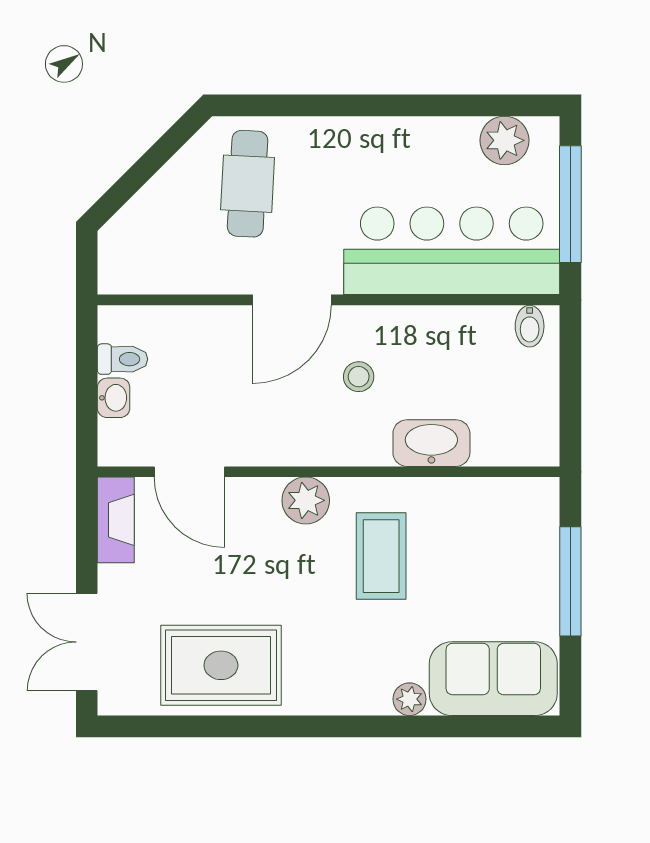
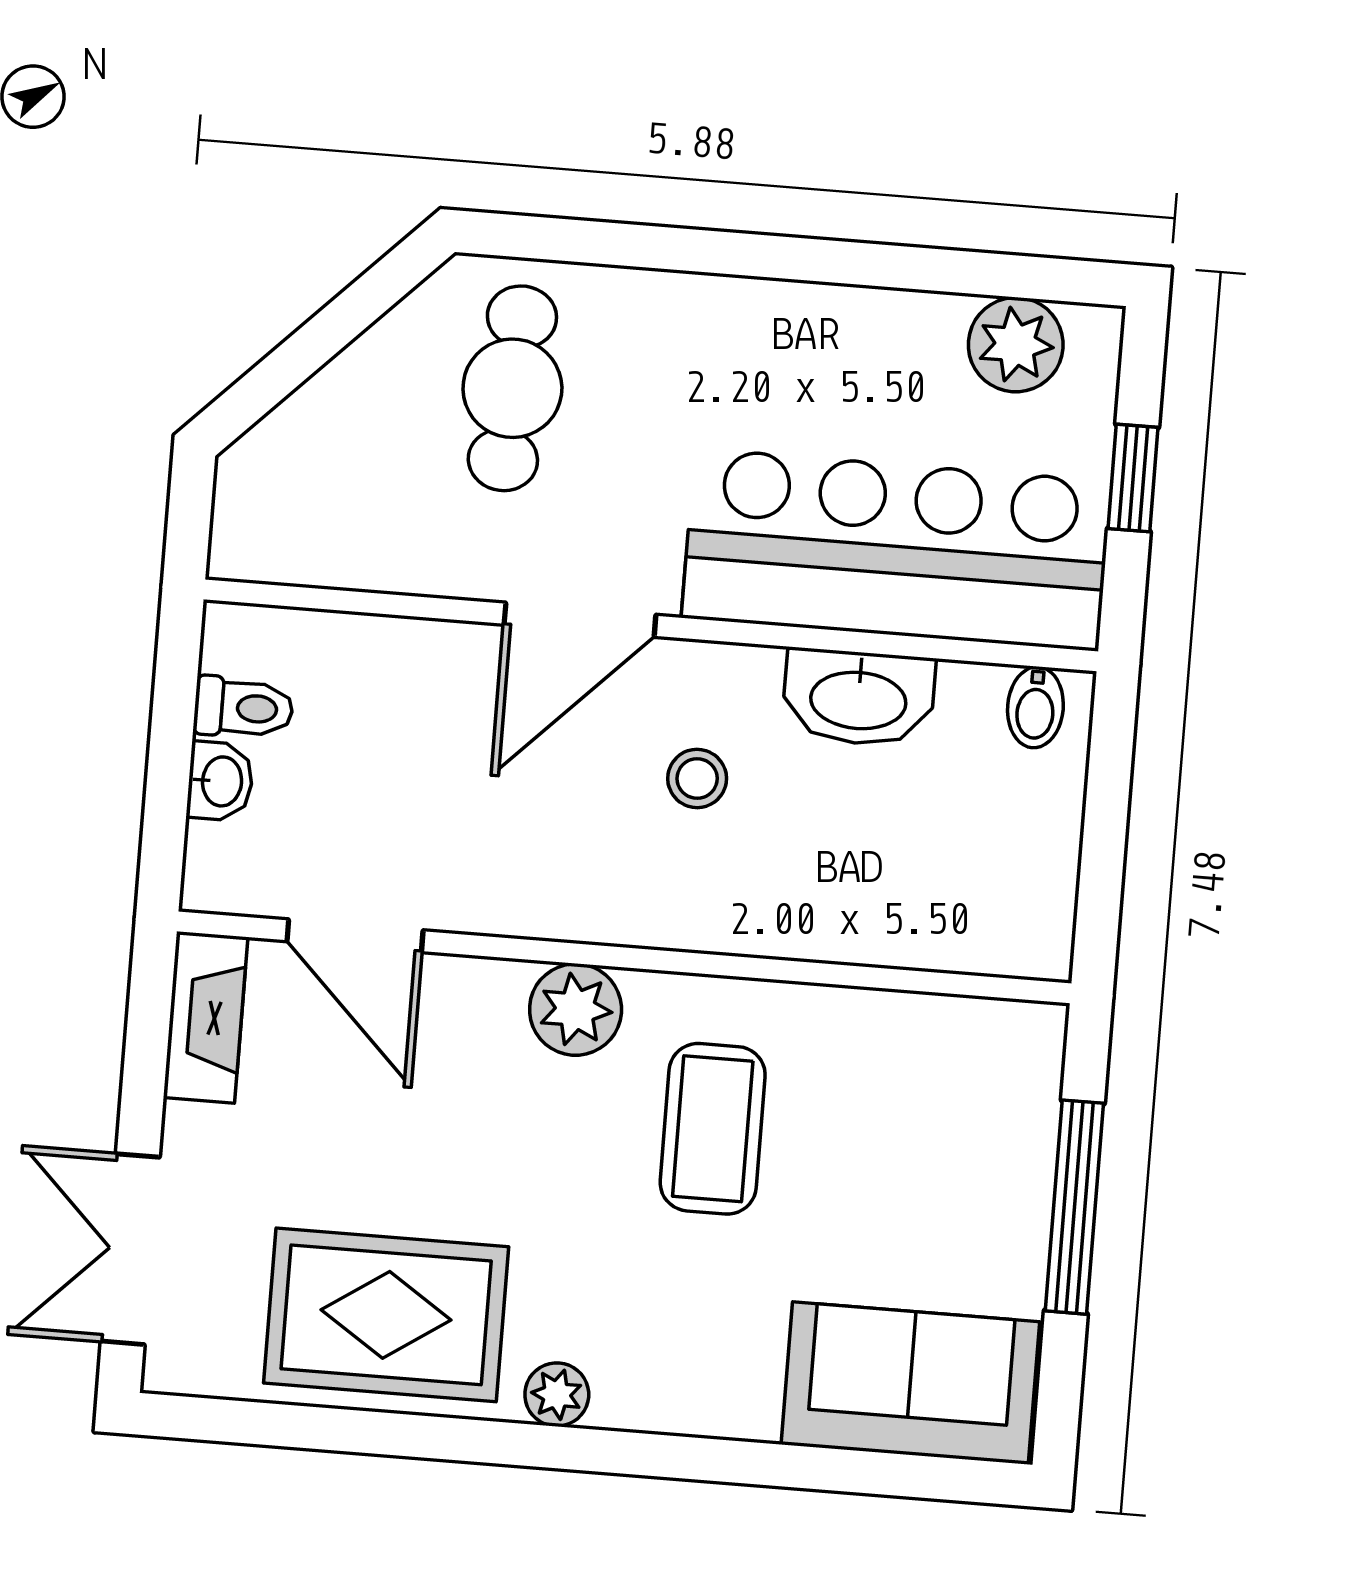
window: (570, 204) -> (1133, 478), width x0.46
washbasin: (431, 443) -> (858, 698), moved, turned 180
plant: (410, 699) -> (557, 1395), moved

